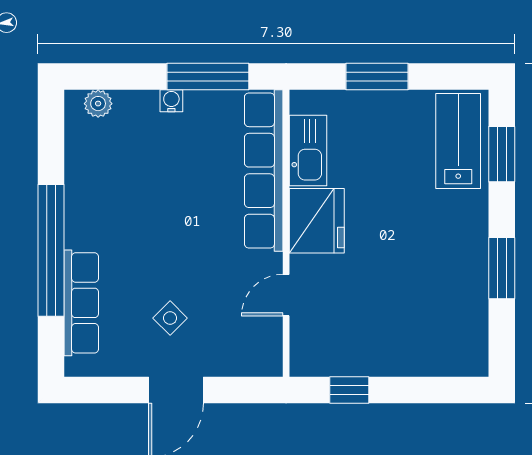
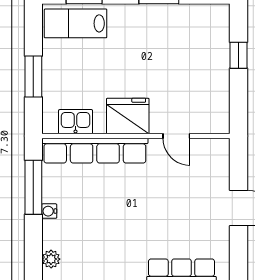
kitchen sink: (308, 151) -> (76, 122), width x0.73
side table: (170, 318) -> (191, 212), removed
window: (349, 390) -> (239, 55), moved

